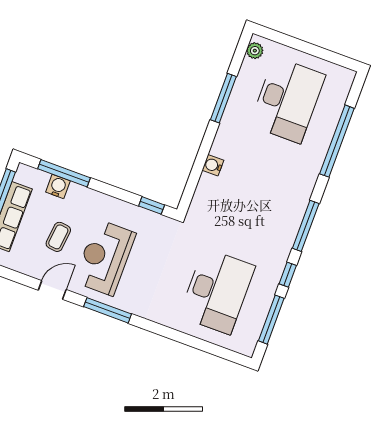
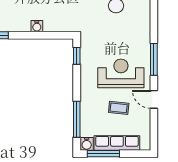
water cooler: (58, 186) -> (87, 144), moved, turned -90
reception desk: (105, 258) -> (121, 73), turned 180

